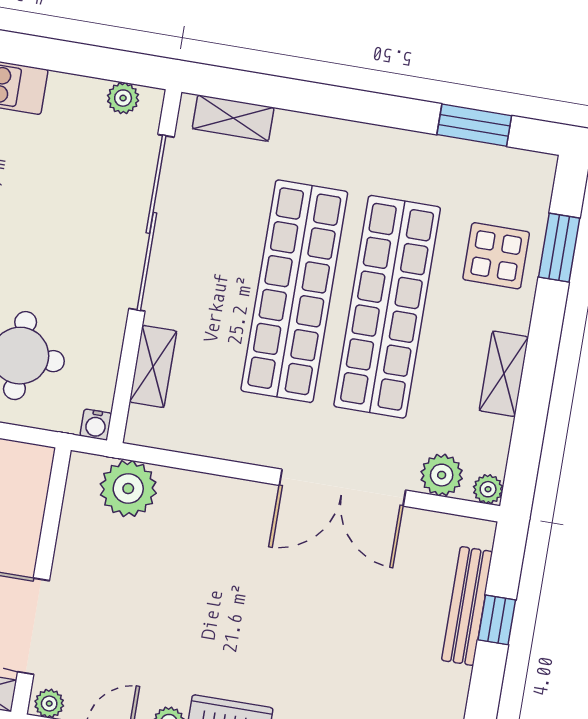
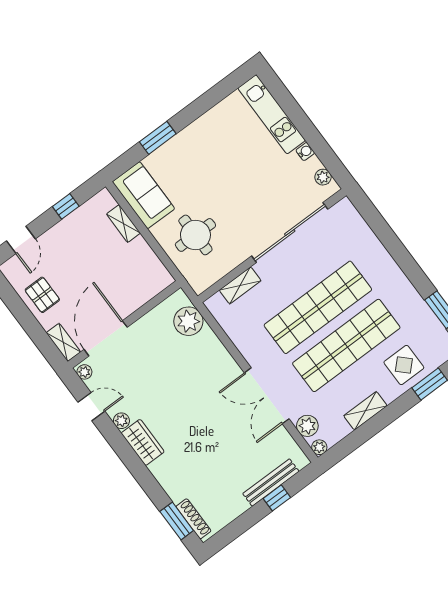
shelving: (233, 118) -> (356, 223), removed
water cooler: (96, 425) -> (305, 152), moved, turned 180

